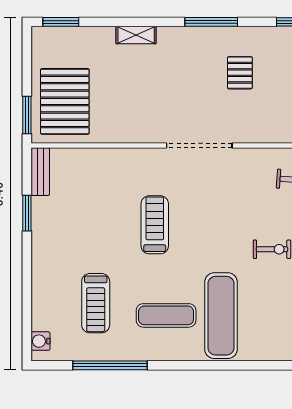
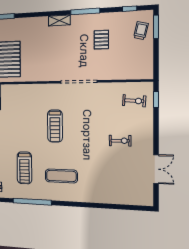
shelving: (136, 35) -> (59, 20), moved
treadmill: (155, 225) -> (55, 126), turned 180
exercise mat: (221, 316) -> (91, 177), removed

